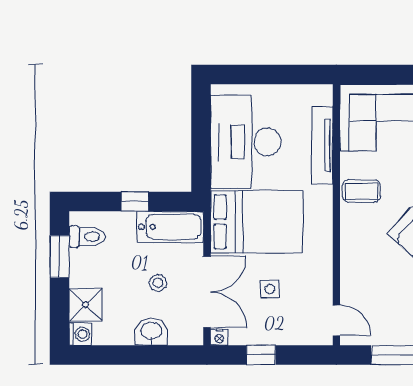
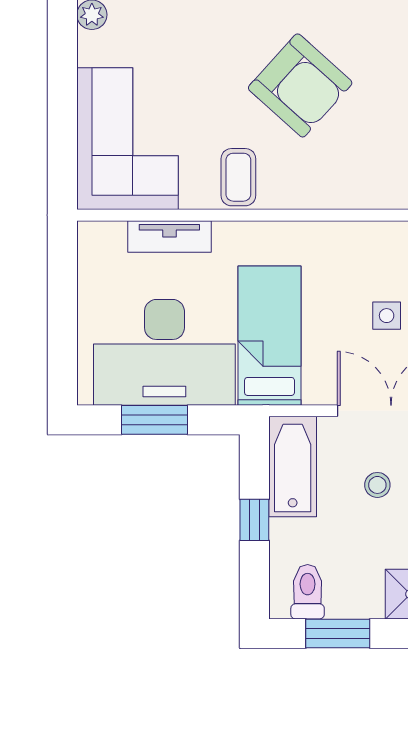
window: (201, 135) -> (155, 420), added
tv unit: (322, 145) -> (169, 236), width x0.71
bed: (257, 222) -> (269, 336), width x0.67

